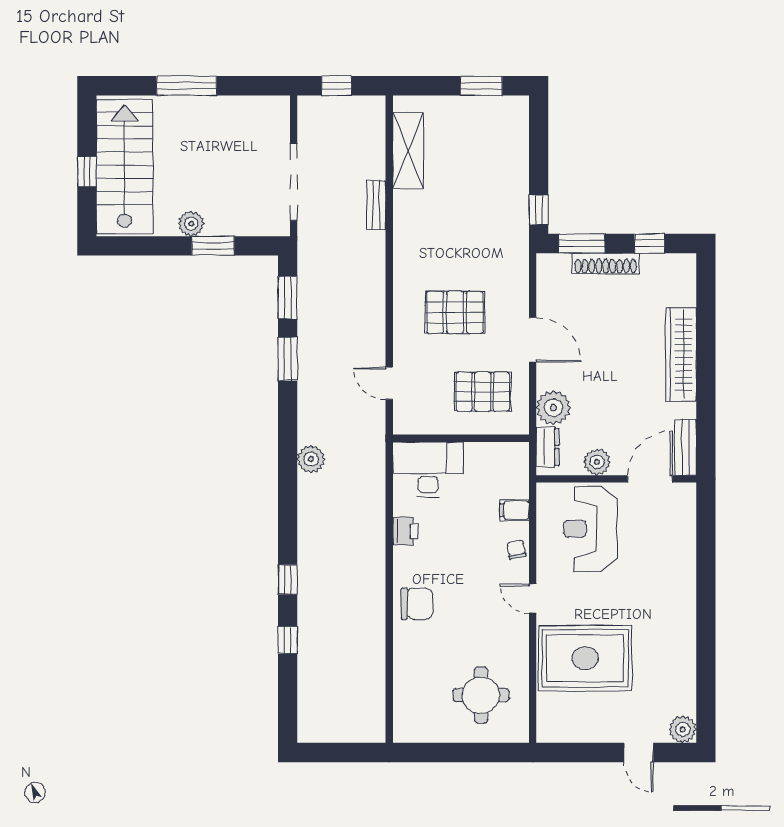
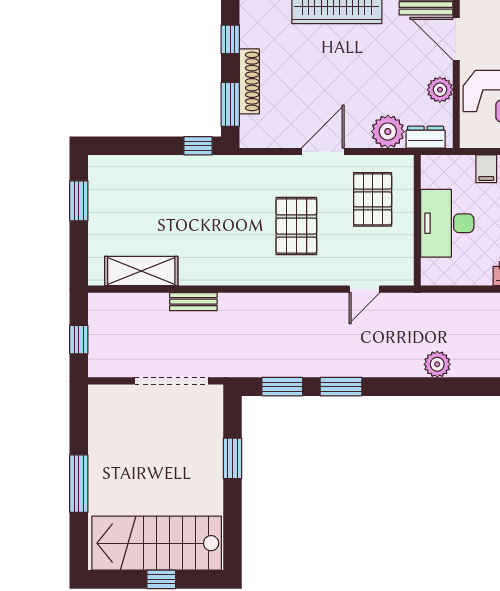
plant: (191, 224) -> (211, 479), removed
desk: (428, 470) -> (447, 223), moved

